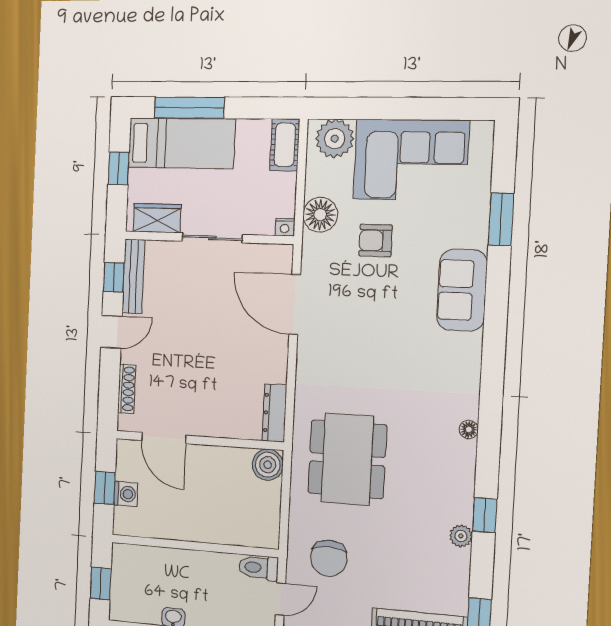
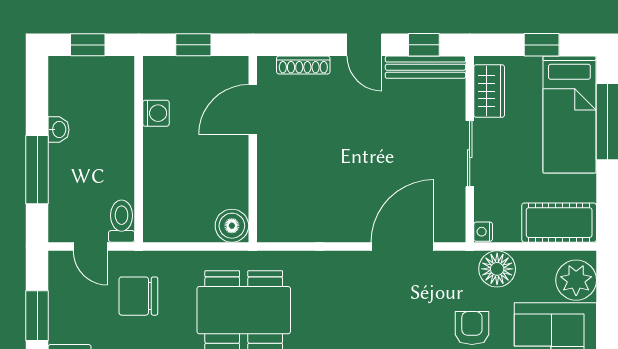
cot: (285, 145) -> (559, 223), width x1.37, depth x1.34
dresser: (275, 413) -> (287, 230), removed
washing machine: (126, 494) -> (156, 113), moved, turned -90

